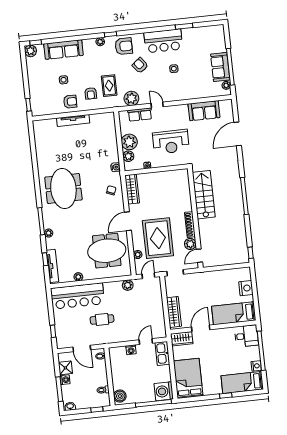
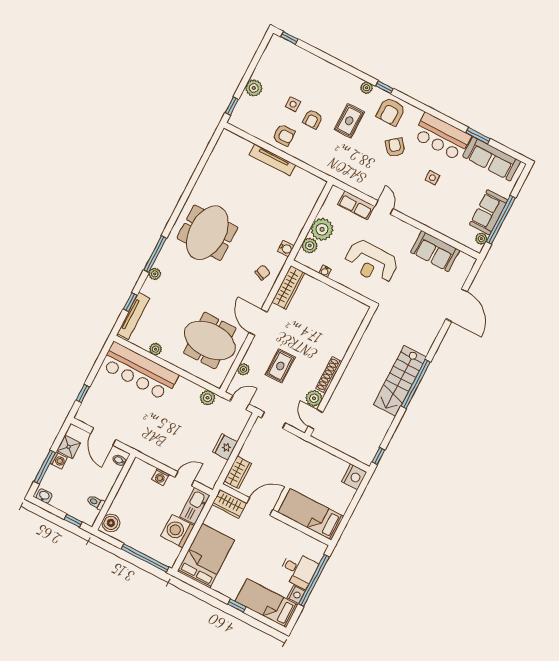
armchair: (124, 46) -> (391, 112), turned 90
sofa: (63, 50) -> (492, 159), moved
plant: (30, 51) -> (254, 88), moved
rug: (109, 86) -> (349, 121), moved
armchair: (91, 93) -> (313, 119), moved
plant: (131, 98) -> (359, 180), removed
door: (238, 134) -> (457, 305), swing flipped
stairs: (204, 195) -> (400, 381), moved, turned 180
door: (128, 221) -> (258, 322), hinge flipped
rug: (158, 238) -> (280, 366), width x0.54, depth x0.49
door: (199, 256) -> (315, 419), hinge flipped
nightstand: (246, 288) -> (354, 477), moved
fridge: (157, 307) -> (225, 447), added
wardrobe: (174, 312) -> (238, 472), width x0.67
cafe table: (102, 319) -> (150, 418), removed
desk: (246, 336) -> (298, 570), moved
washing machine: (164, 391) -> (177, 531), moved

